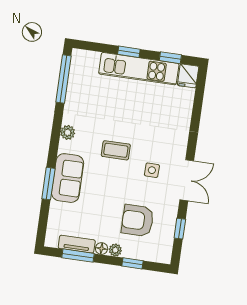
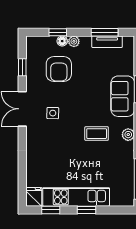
coffee table: (116, 150) -> (97, 134), moved
armchair: (137, 221) -> (59, 69), turned 90
floor lamp: (102, 249) -> (62, 41), moved

